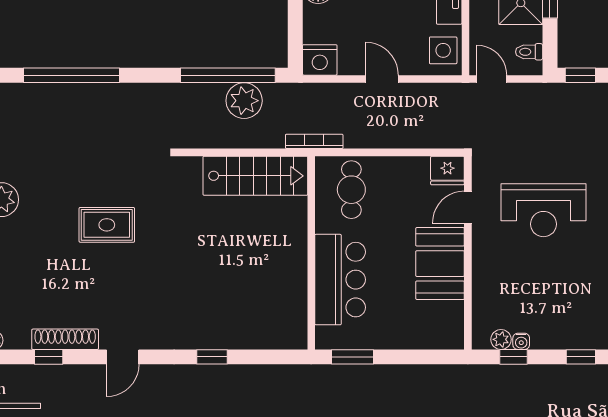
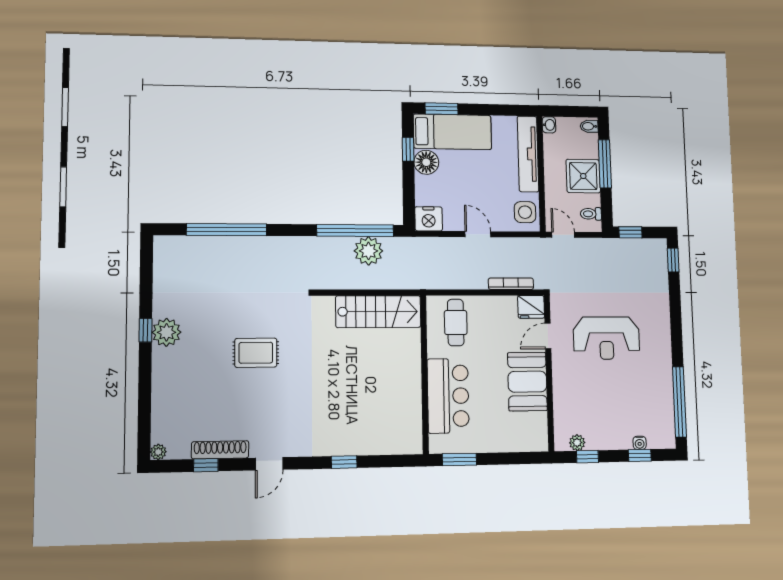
bookcase: (314, 141) -> (511, 284), moved
water cooler: (521, 341) -> (640, 443), moved

